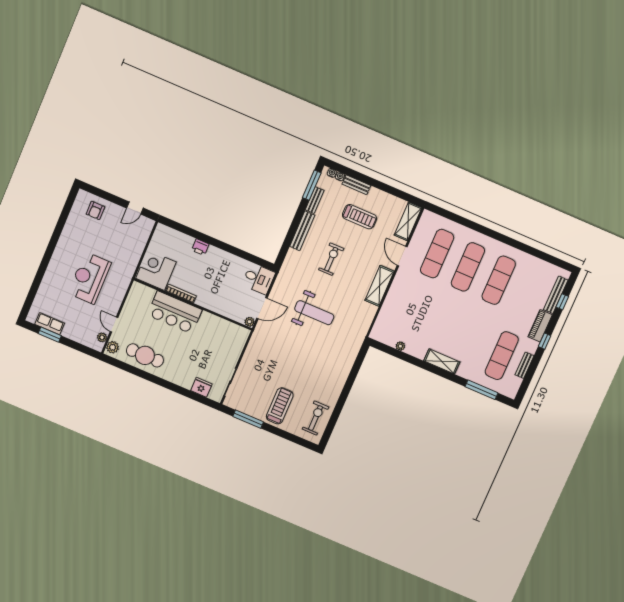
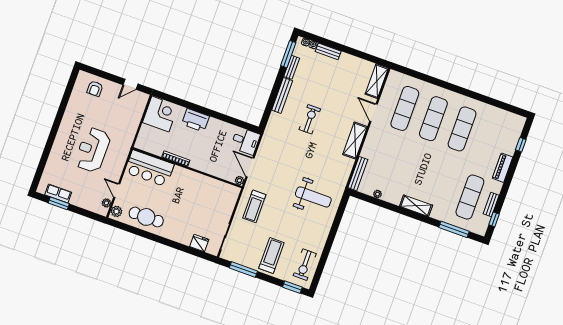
treadmill: (360, 217) -> (254, 206), moved, turned 90
printer: (200, 247) -> (195, 120), width x1.87, depth x1.48
corner desk: (156, 270) -> (160, 114), moved, turned 90
bench: (556, 295) -> (358, 174), moved
door: (262, 308) -> (250, 167), swing flipped
bar counter: (175, 312) -> (149, 168), moved
weight bench: (314, 313) -> (313, 197), moved
window: (545, 341) -> (494, 219), moved
exercise bike: (315, 418) -> (305, 265), turned 180
window: (301, 441) -> (292, 287), added

